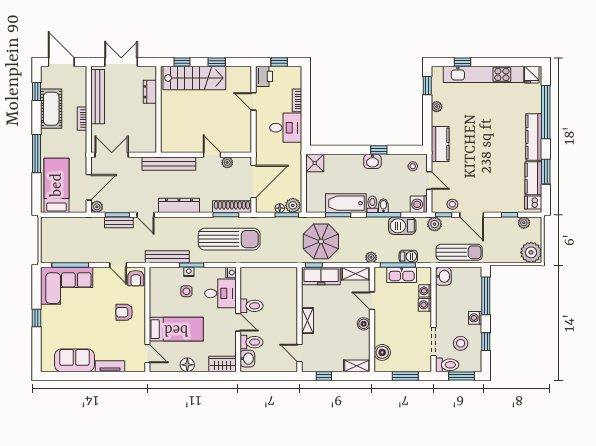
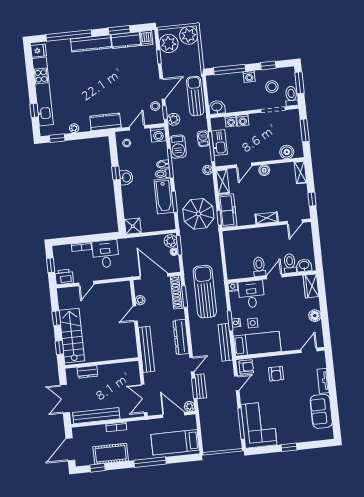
plant: (524, 223) -> (169, 43), width x1.87, depth x1.87
bed: (176, 329) -> (257, 344), moved, turned 90

